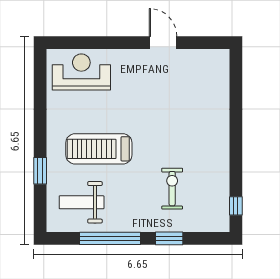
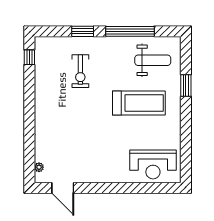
door: (163, 43) -> (63, 188), moved
plant: (224, 69) -> (39, 167), added

